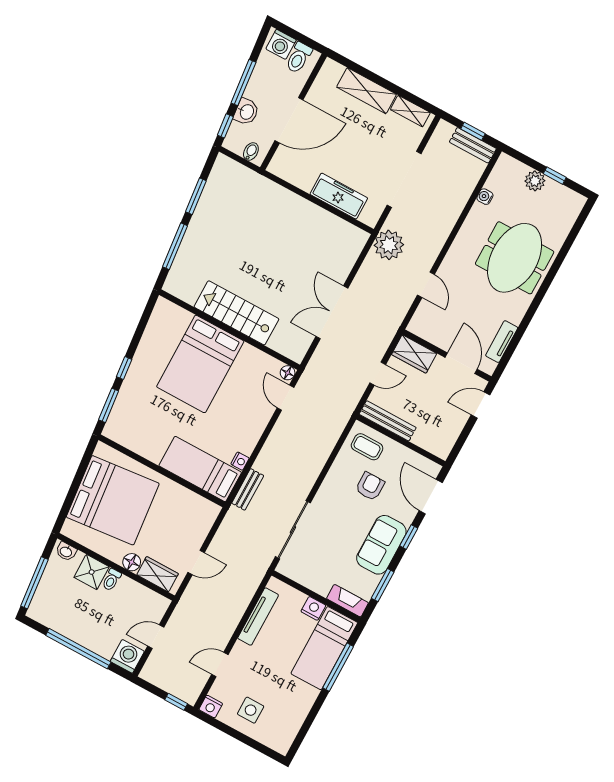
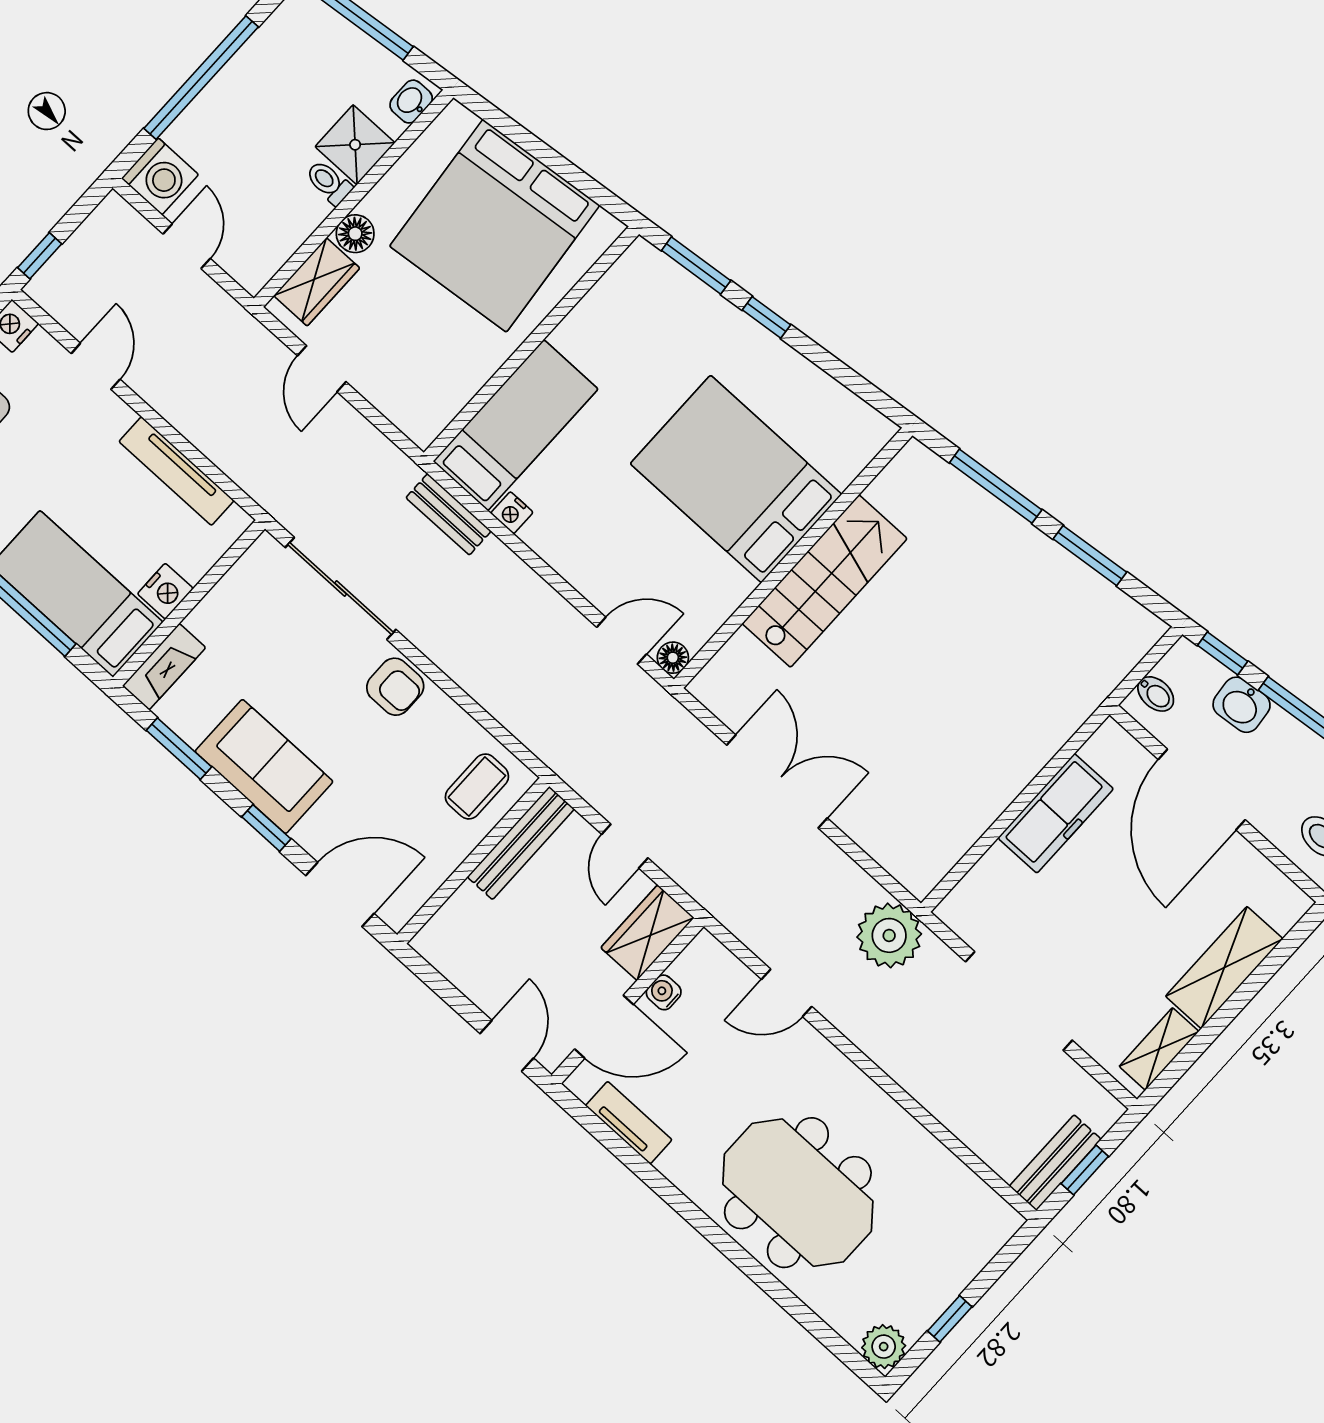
plant: (535, 181) -> (884, 1347), moved
freezer: (339, 196) -> (1056, 813), moved
water cooler: (485, 197) -> (664, 992), moved, turned -90
armchair: (370, 486) -> (395, 687), moved

